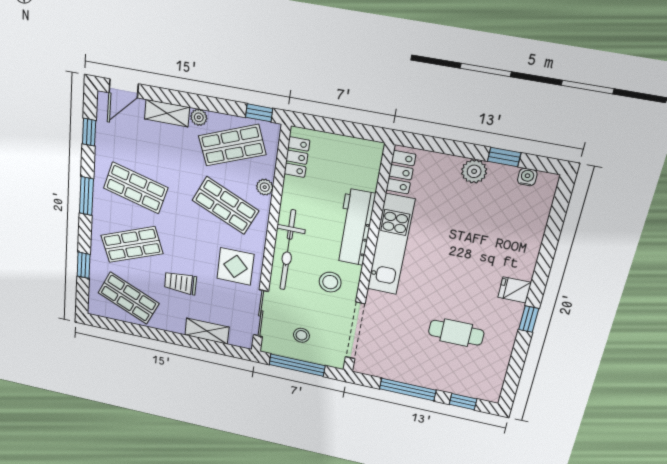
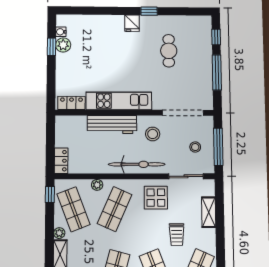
locker: (297, 157) -> (61, 161), moved, turned 90
plant: (474, 171) -> (63, 45), moved

